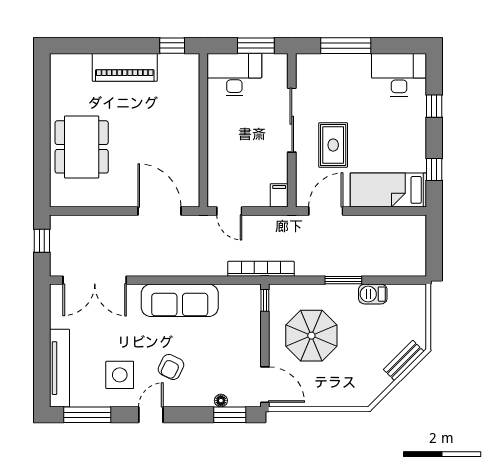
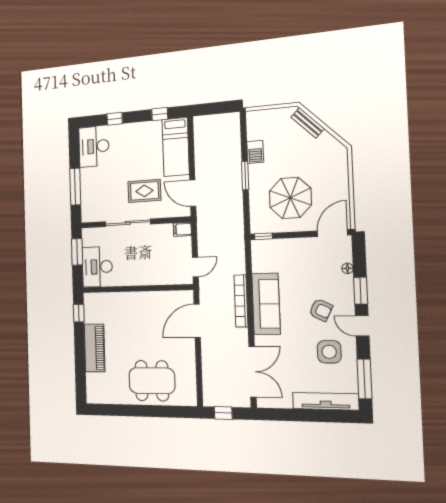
bookcase: (261, 269) -> (241, 301), moved
window: (230, 415) -> (361, 291), moved

